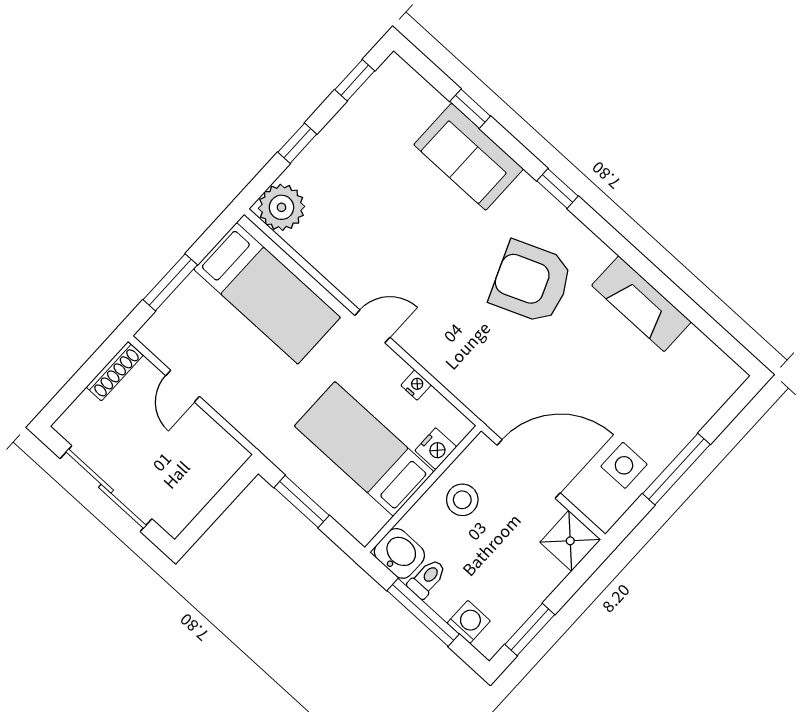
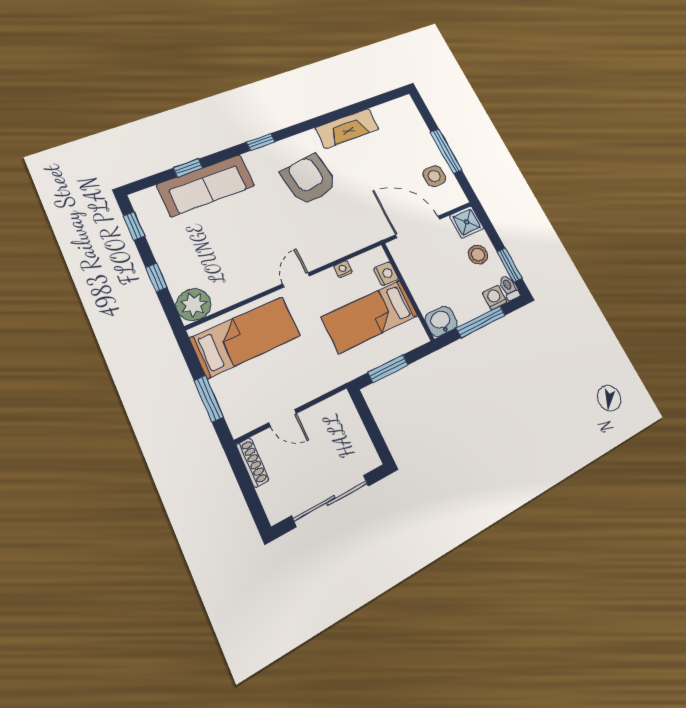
sofa: (469, 157) -> (206, 185), width x1.36
armchair: (531, 282) -> (309, 179), turned 104
door: (529, 469) -> (418, 227), hinge flipped
stool: (462, 500) -> (478, 255), moved
toilet: (427, 579) -> (509, 288), moved

